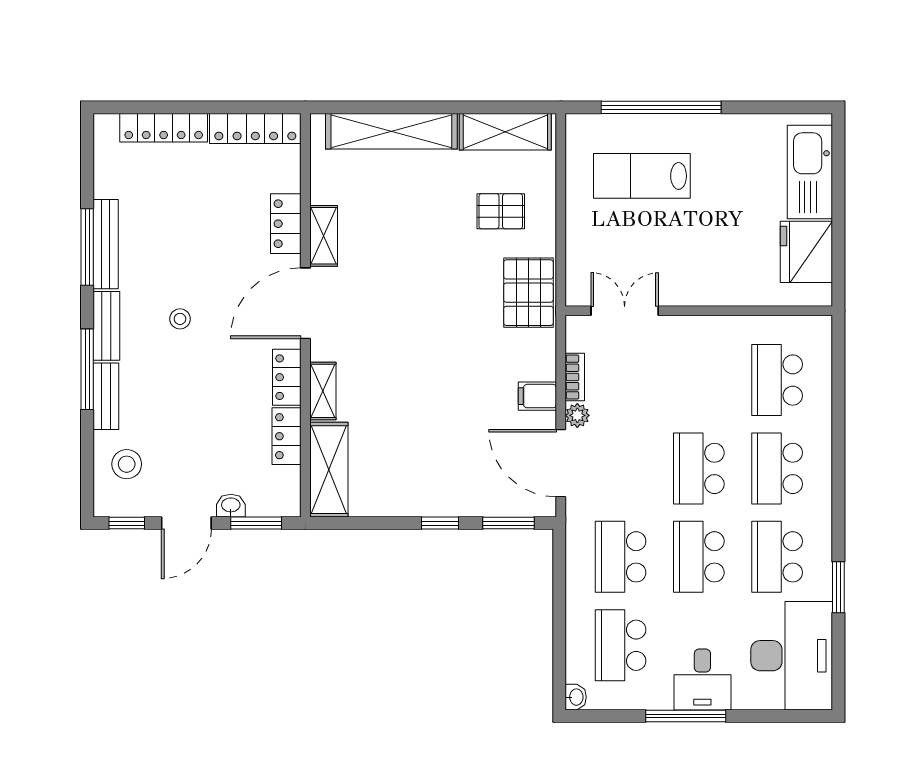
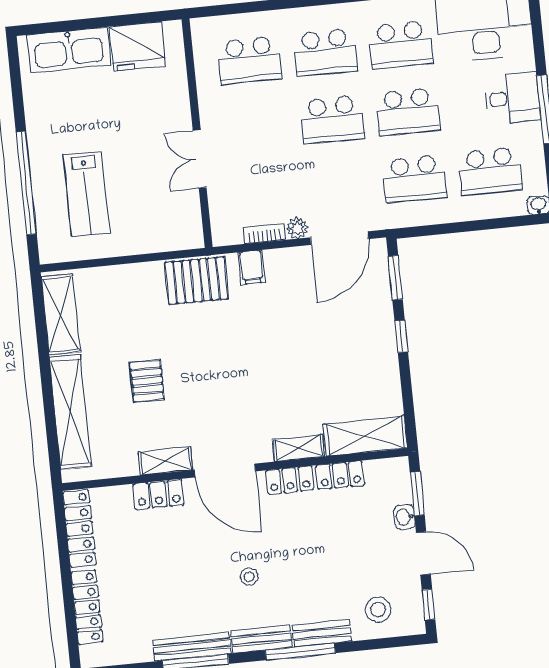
pallet: (501, 211) -> (147, 381), moved
double door: (625, 311) -> (200, 159), moved
filing cabinet: (537, 396) -> (252, 267), moved

